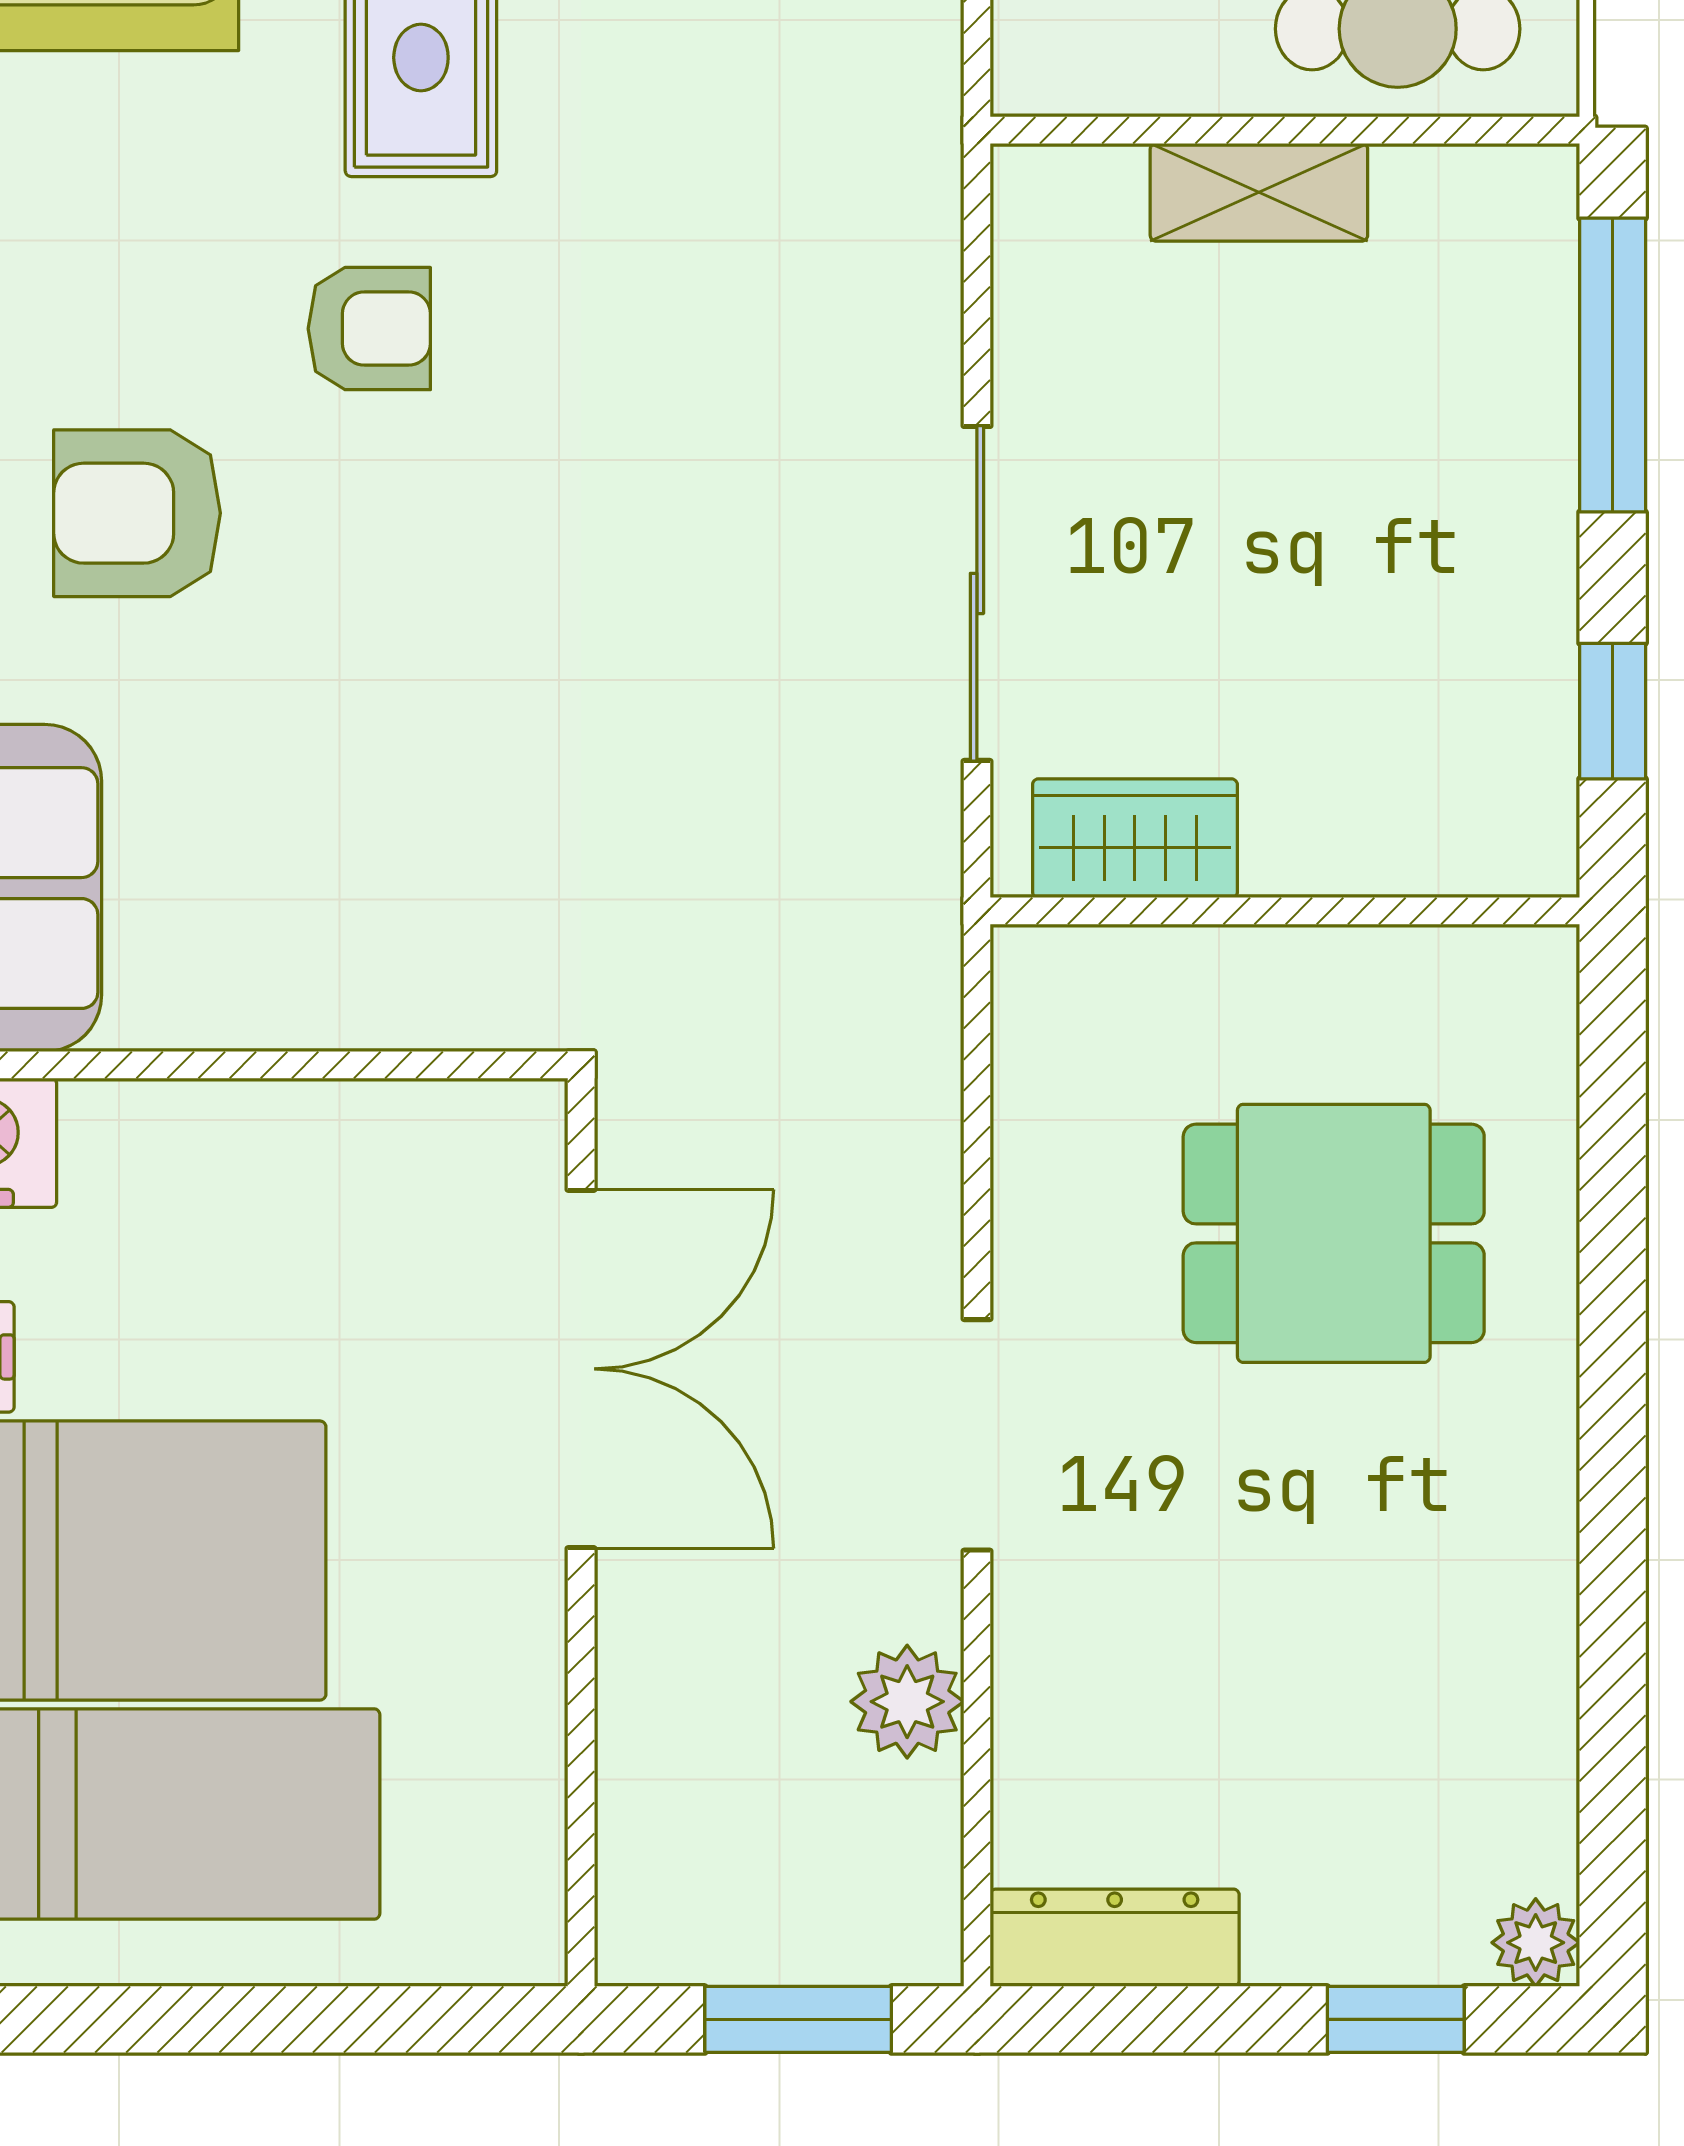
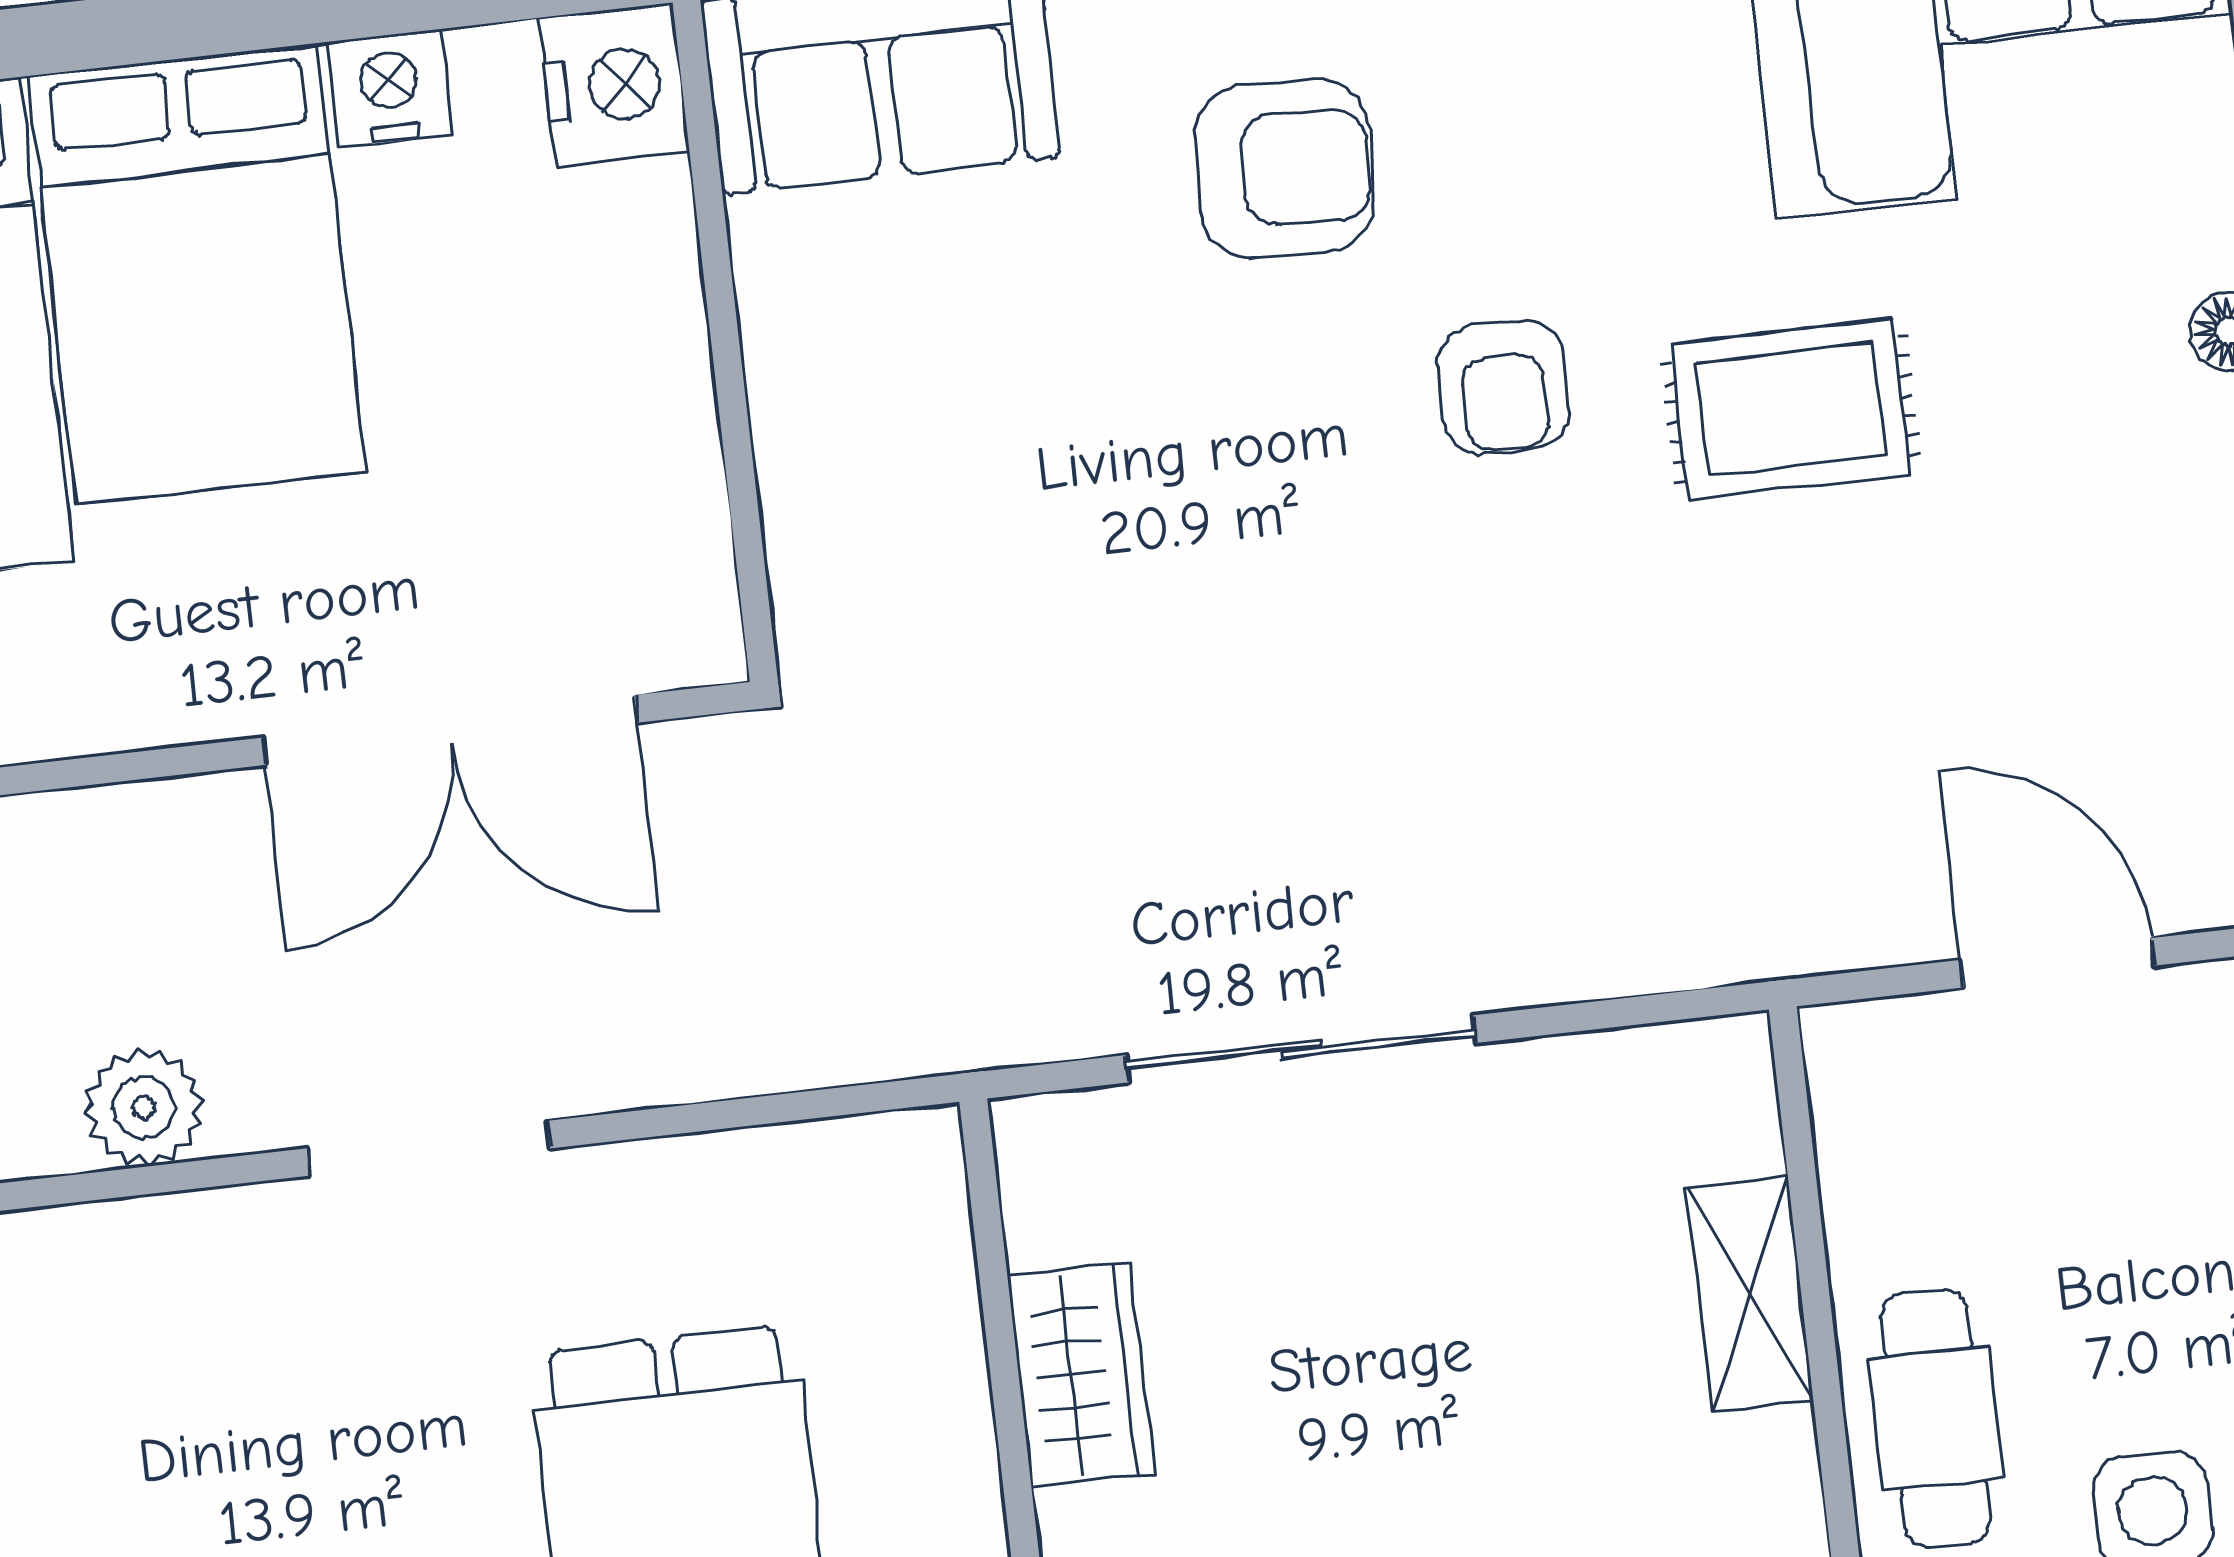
armchair: (137, 513) -> (1285, 169), turned 93
wardrobe: (1135, 838) -> (1081, 1374), moved

